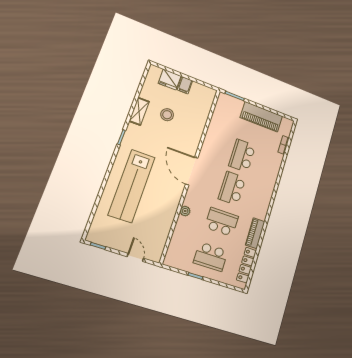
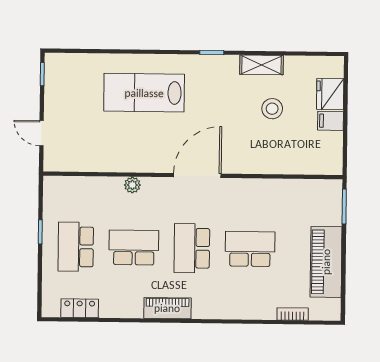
lab bench: (132, 186) -> (144, 93), width x0.73
school desk: (232, 188) -> (192, 248), turned -90
school desk: (222, 222) -> (134, 247), turned -90
piano: (255, 233) -> (167, 308), moved
door: (135, 257) -> (41, 133), swing flipped
locker: (247, 265) -> (80, 308), width x0.66

